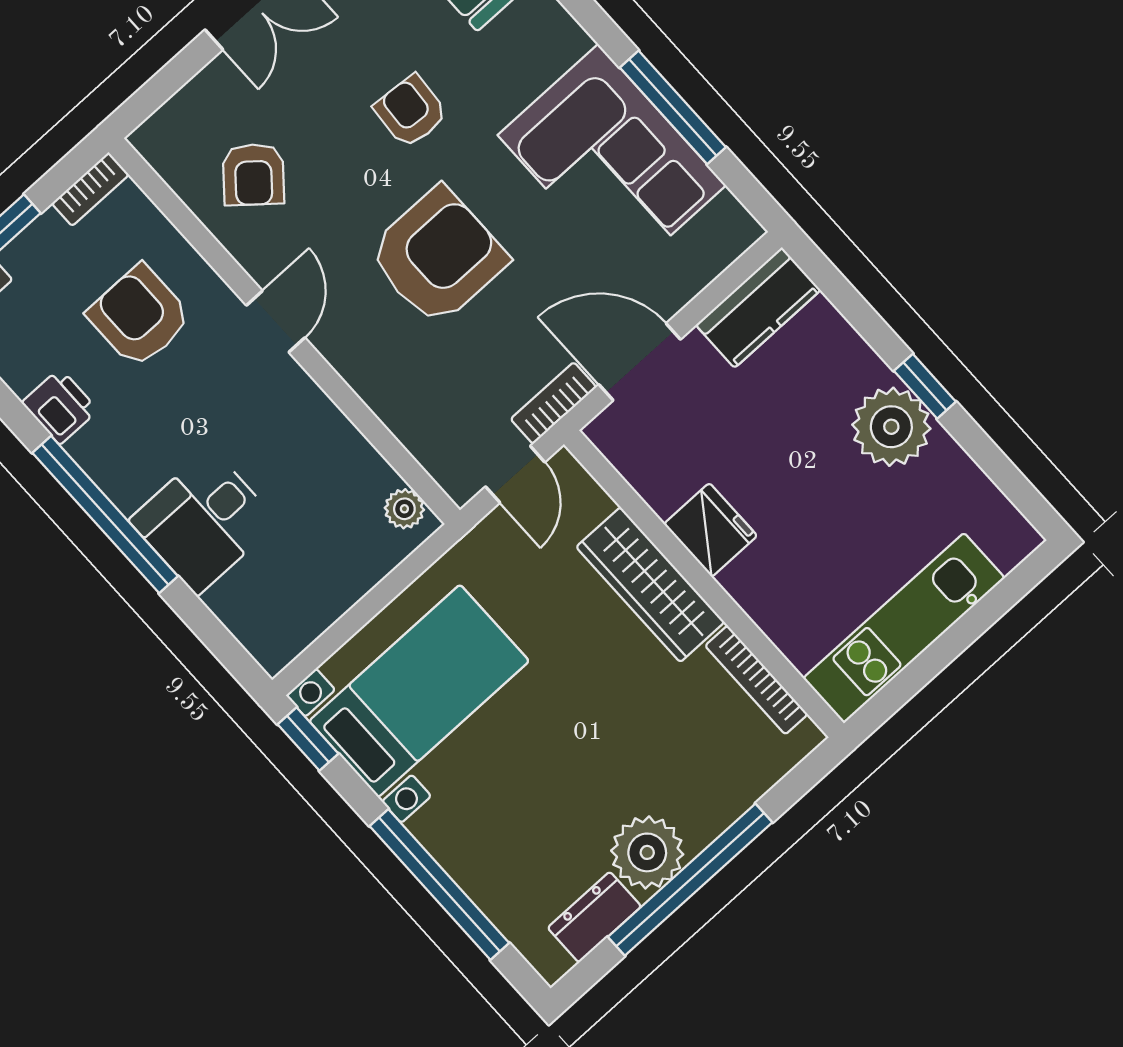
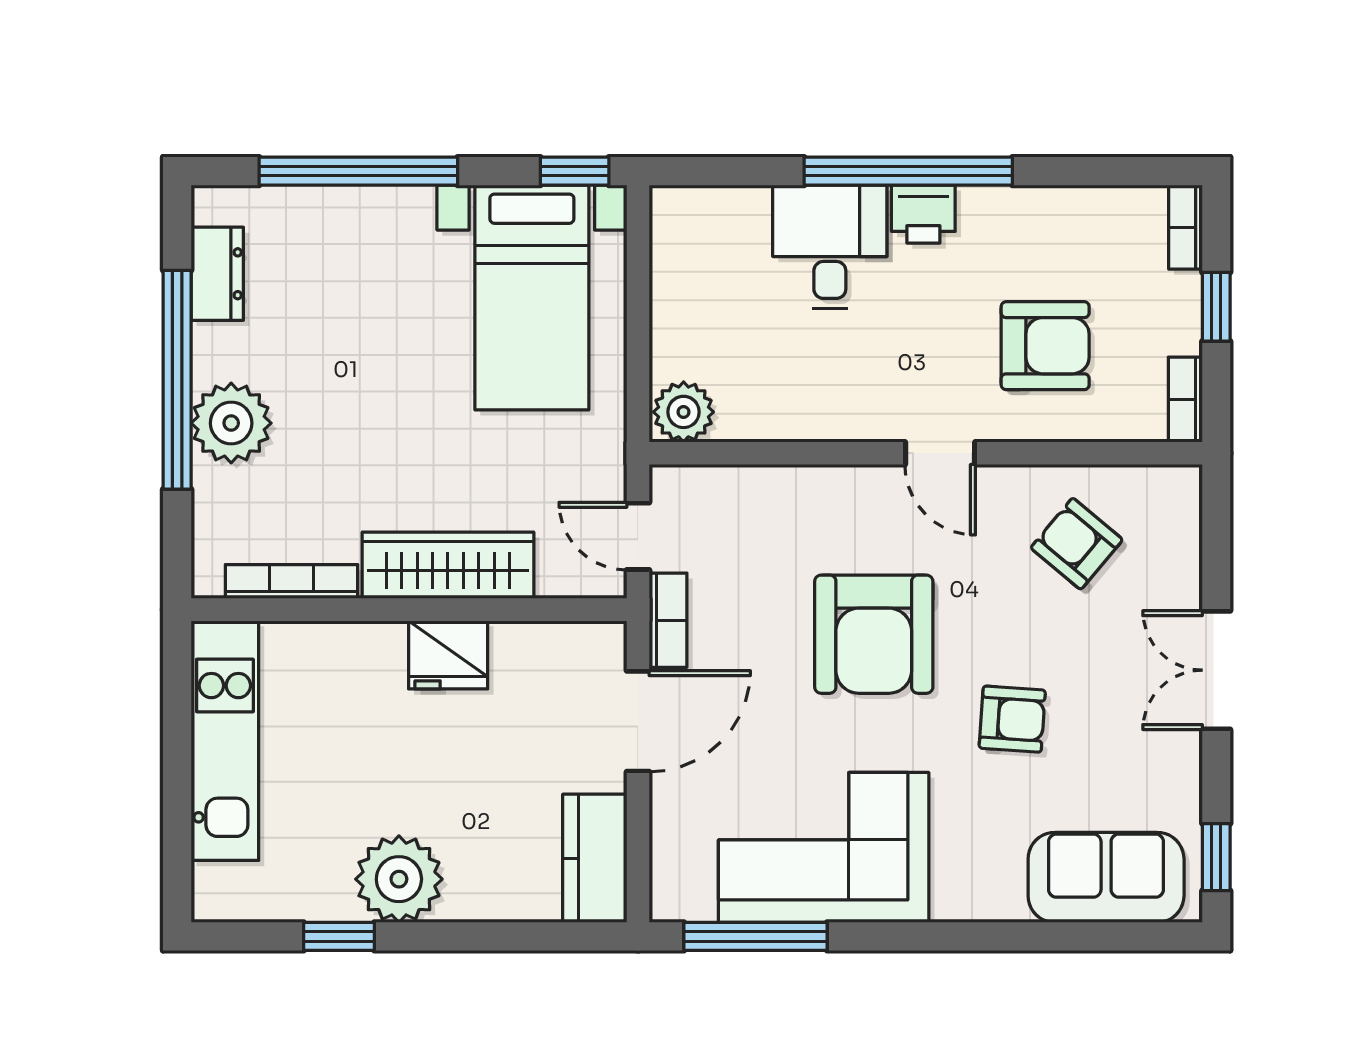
window: (673, 107) -> (755, 936), moved
window: (925, 386) -> (339, 936), moved
printer: (60, 406) -> (923, 214), moved
plant: (404, 509) -> (684, 412), width x1.38, depth x1.38
plant: (647, 852) -> (231, 423), moved

